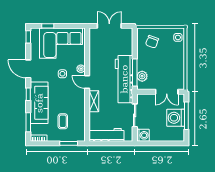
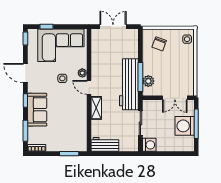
sofa: (39, 103) -> (37, 110), width x0.73
coffee table: (63, 121) -> (63, 130), removed
workbench: (107, 135) -> (105, 144), width x0.73

